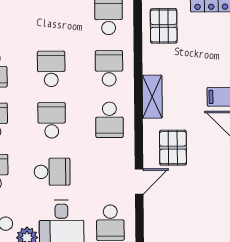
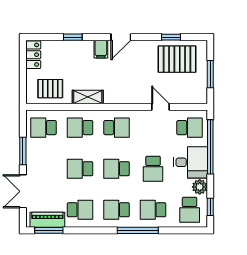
shelving: (152, 97) -> (88, 97), moved
pallet: (173, 148) -> (177, 59), moved, width x1.50, depth x1.42
school desk: (52, 172) -> (153, 169), turned 180

